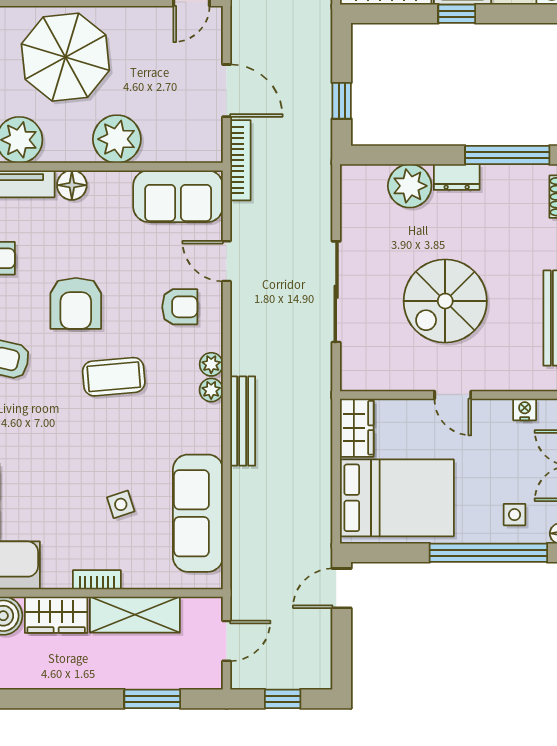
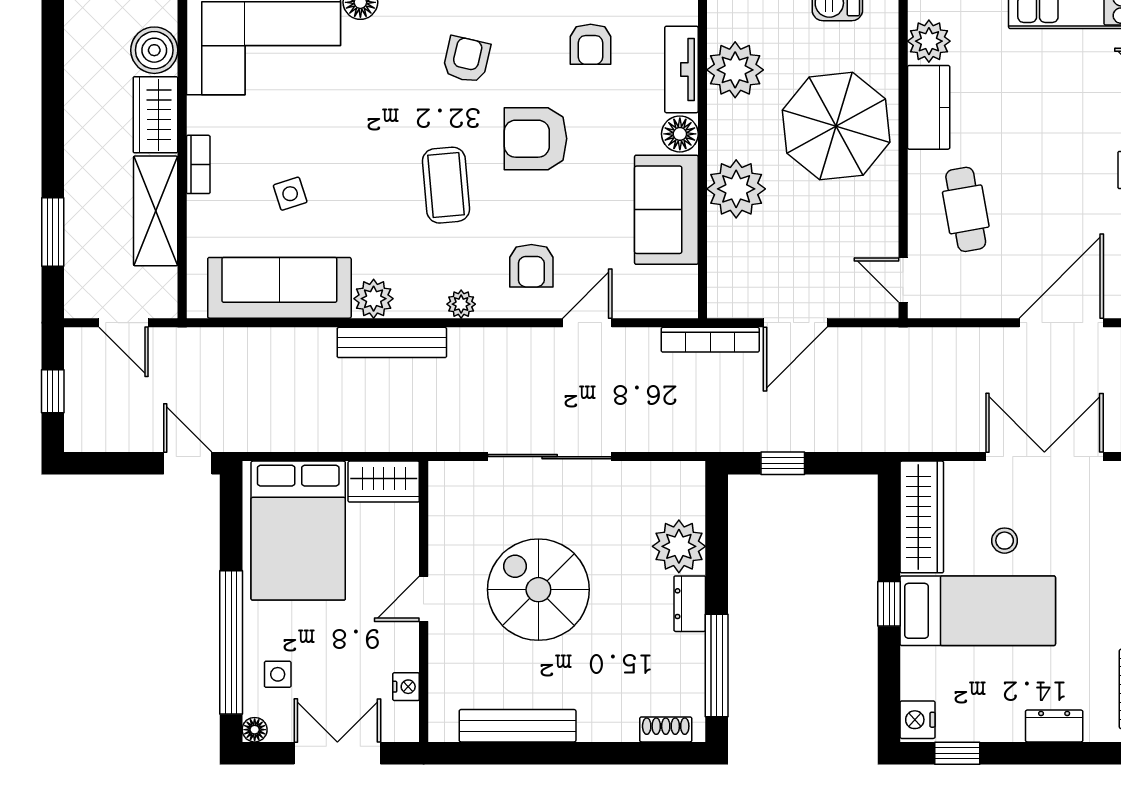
sofa: (178, 196) -> (666, 210), moved
plant: (211, 390) -> (374, 299), moved, width x1.38, depth x1.38

